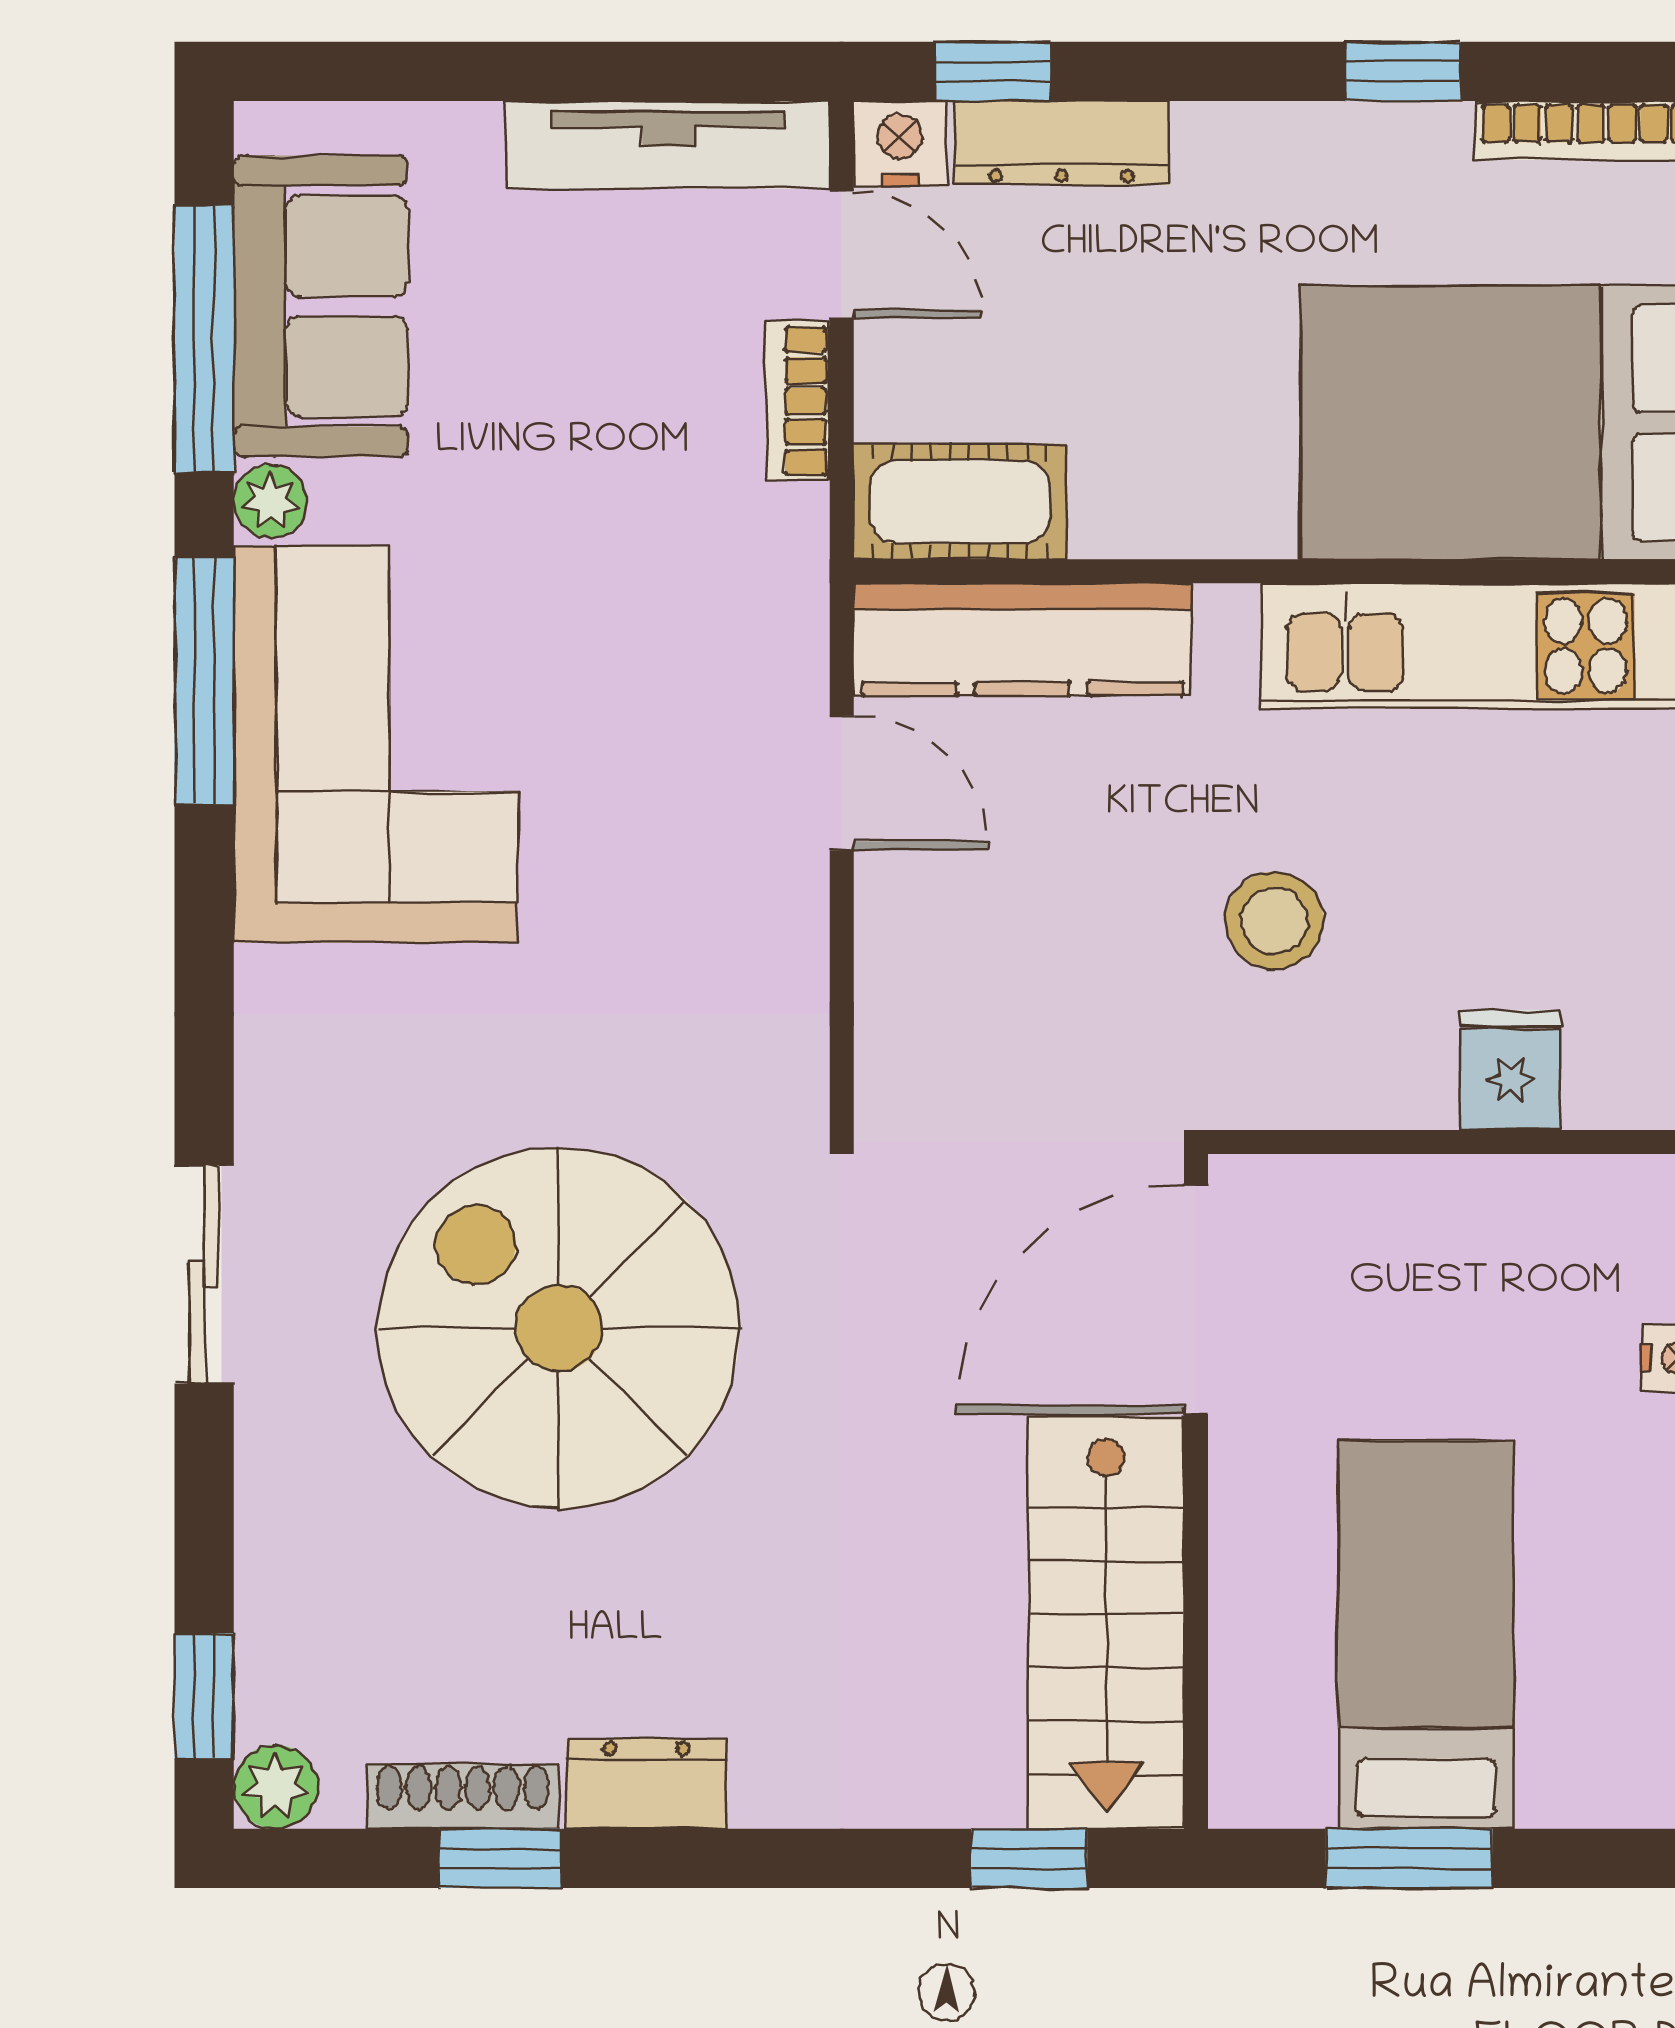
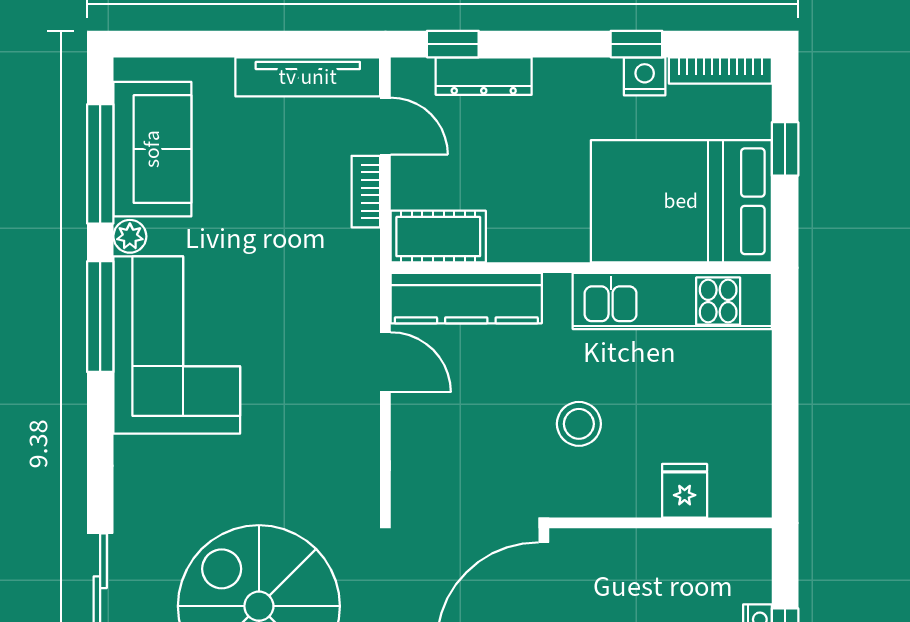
nightstand: (900, 144) -> (645, 76), moved

